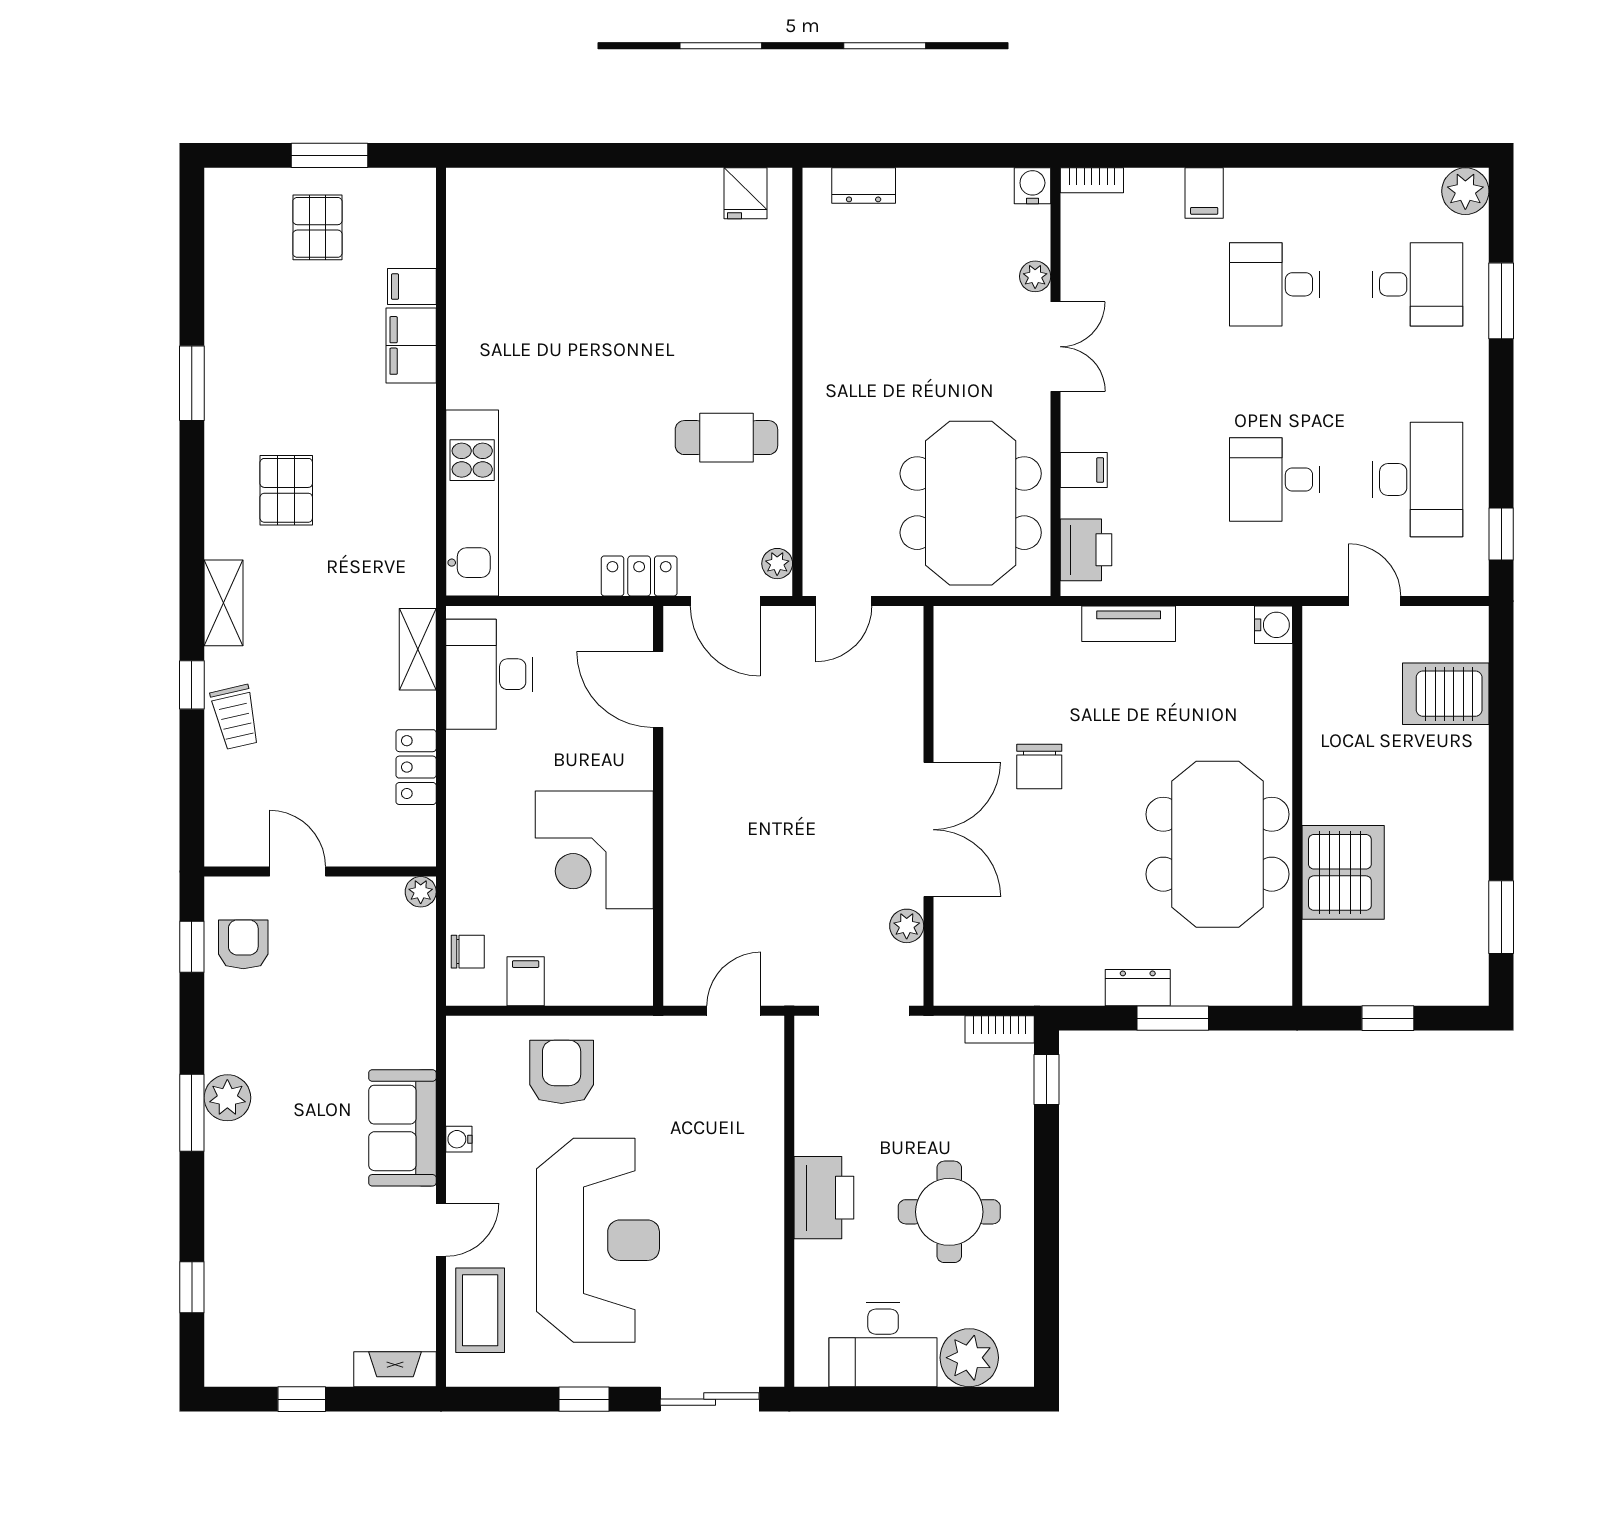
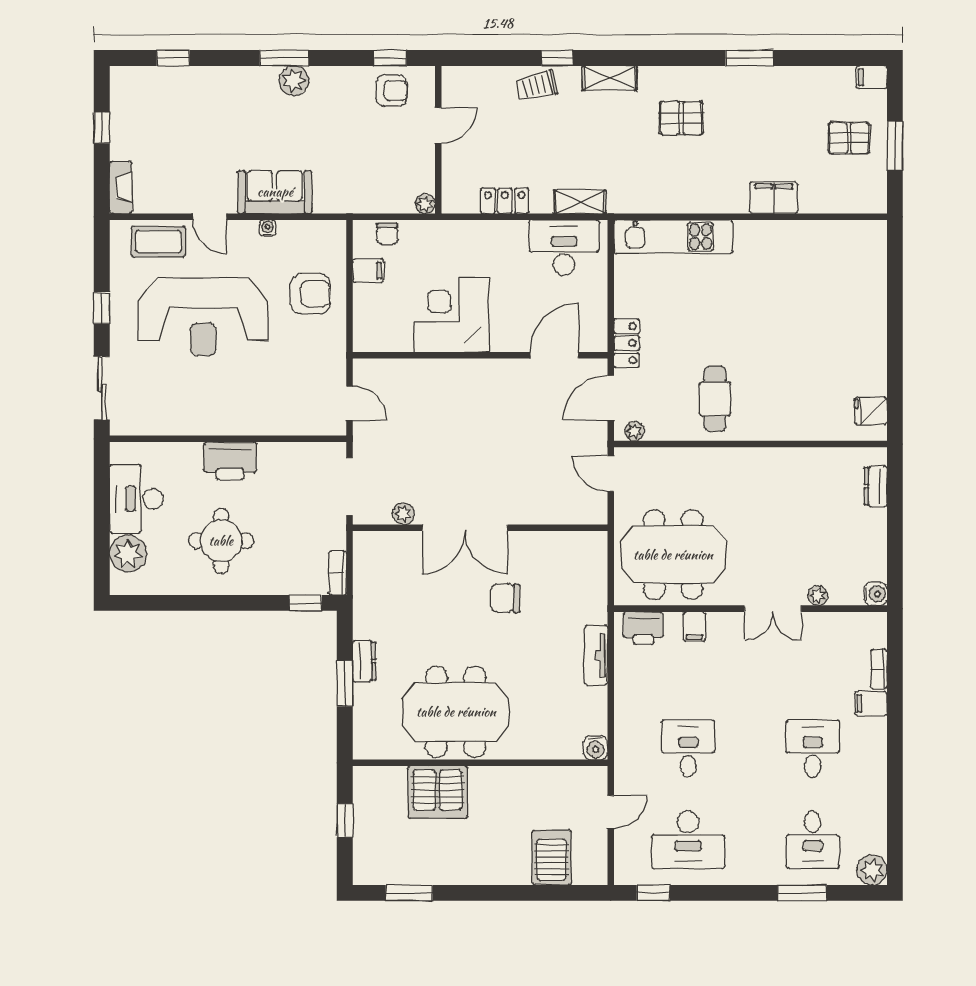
bookcase: (1092, 180) -> (879, 669), moved
filing cabinet: (412, 287) -> (872, 77), moved, turned -90

